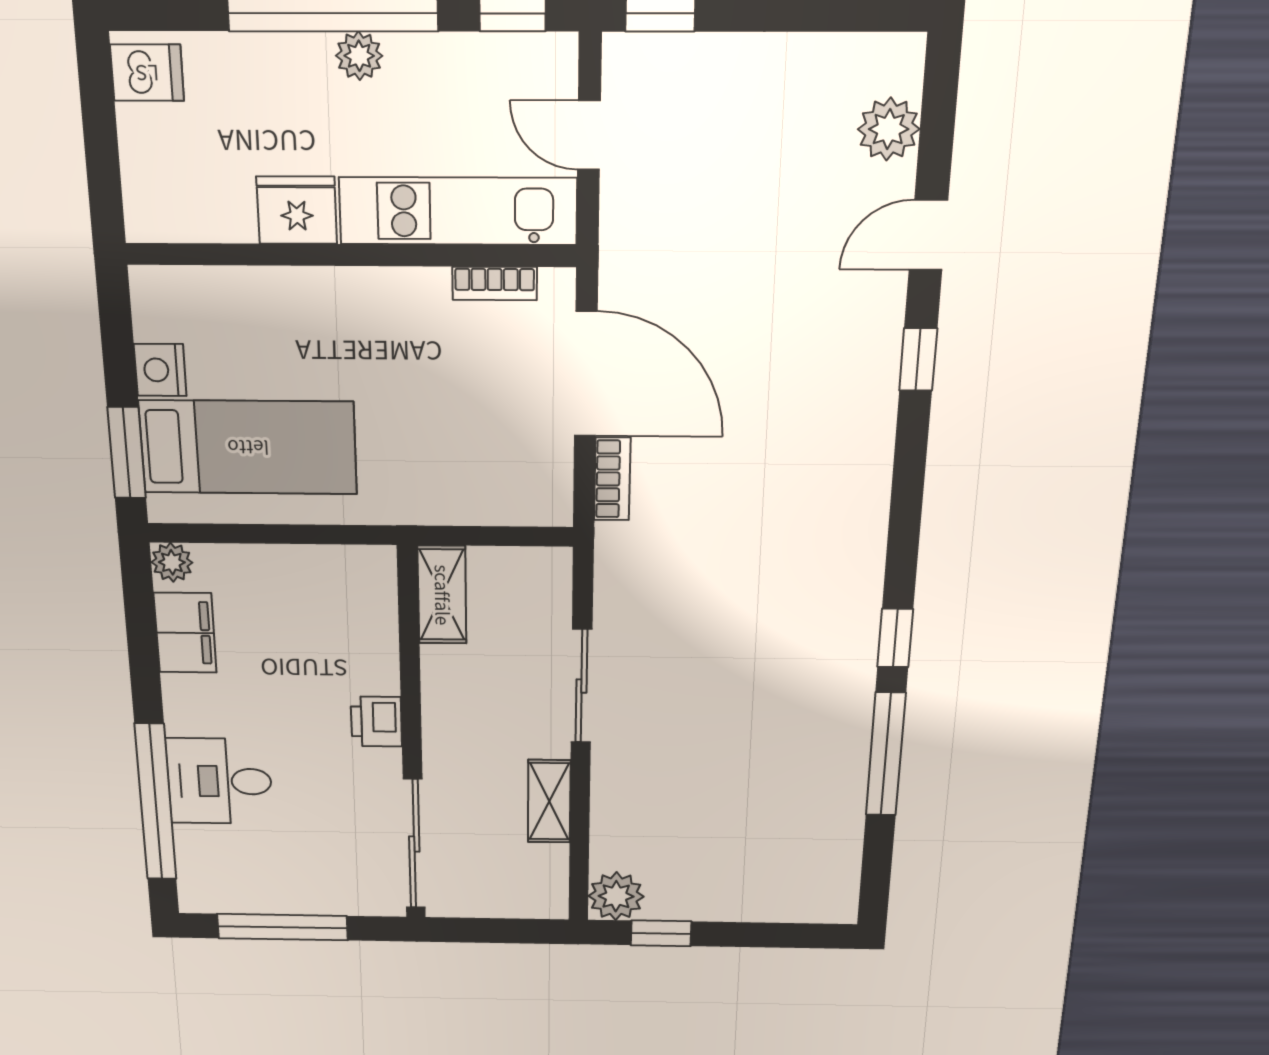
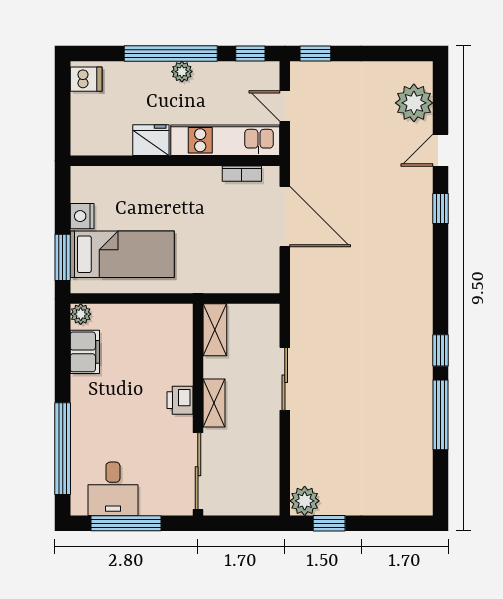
plant: (889, 129) -> (414, 103), width x1.36, depth x1.36
bookcase: (612, 479) -> (298, 269), removed
desk: (220, 781) -> (113, 489), moved, turned -90
shelving: (549, 801) -> (214, 403), moved

